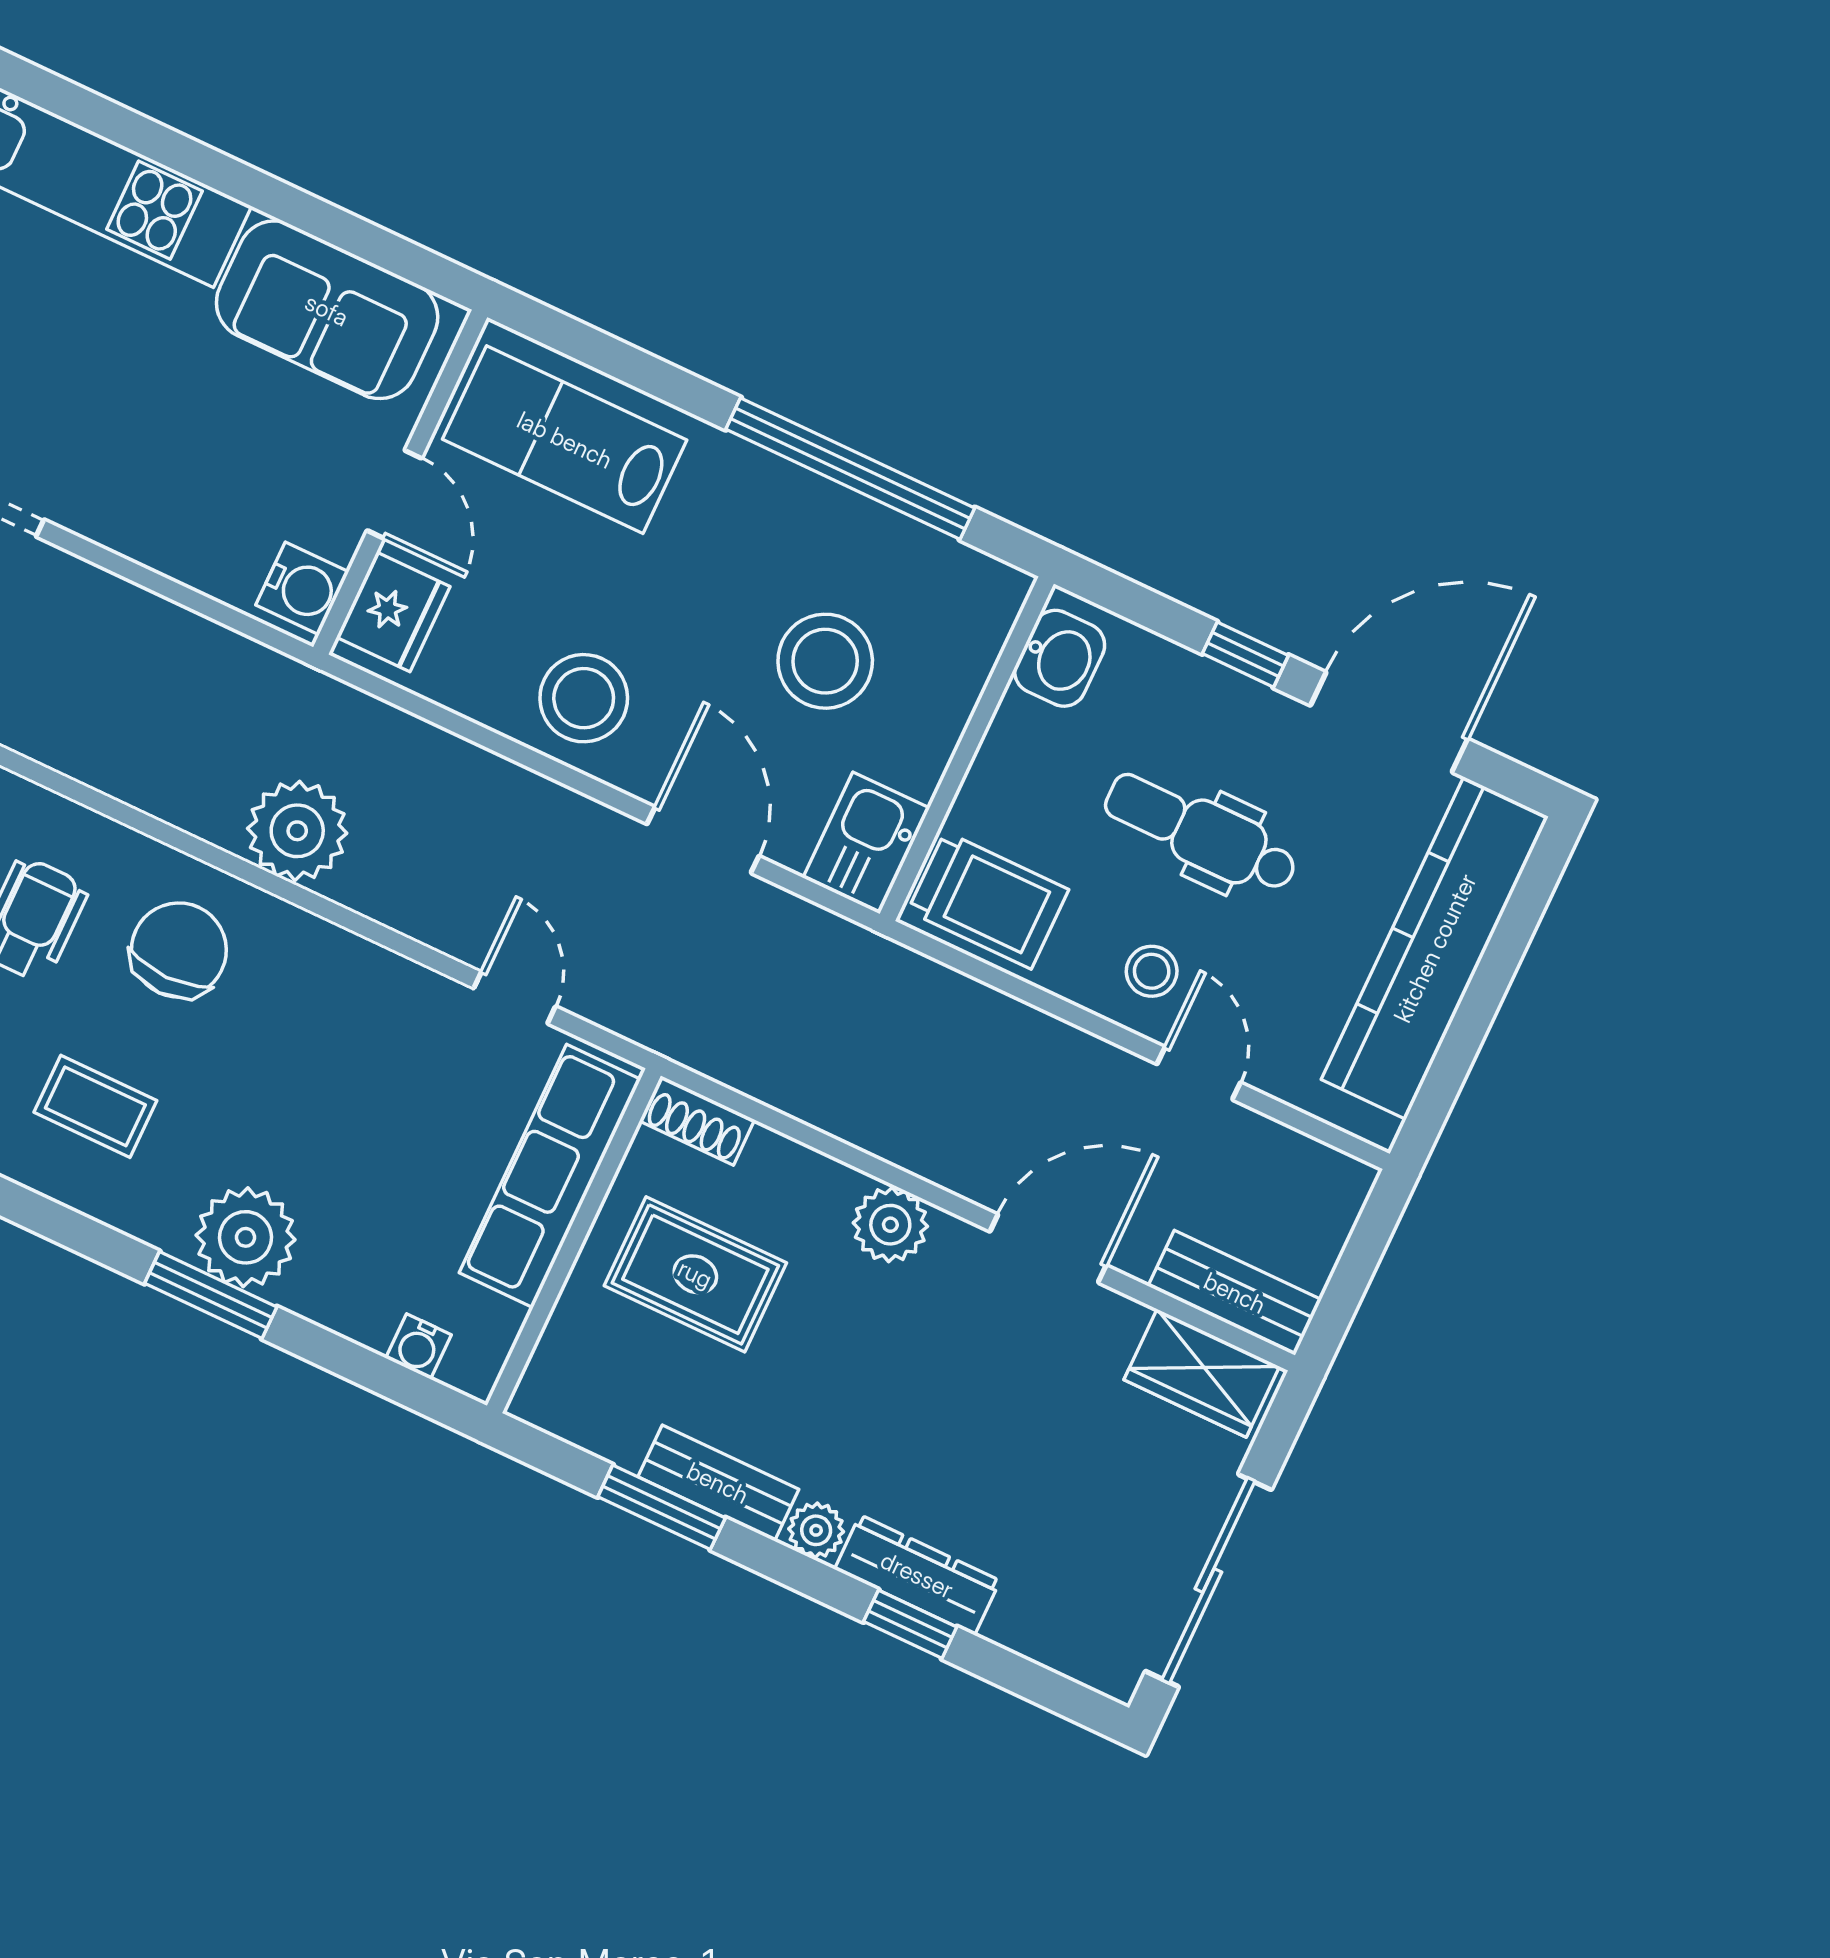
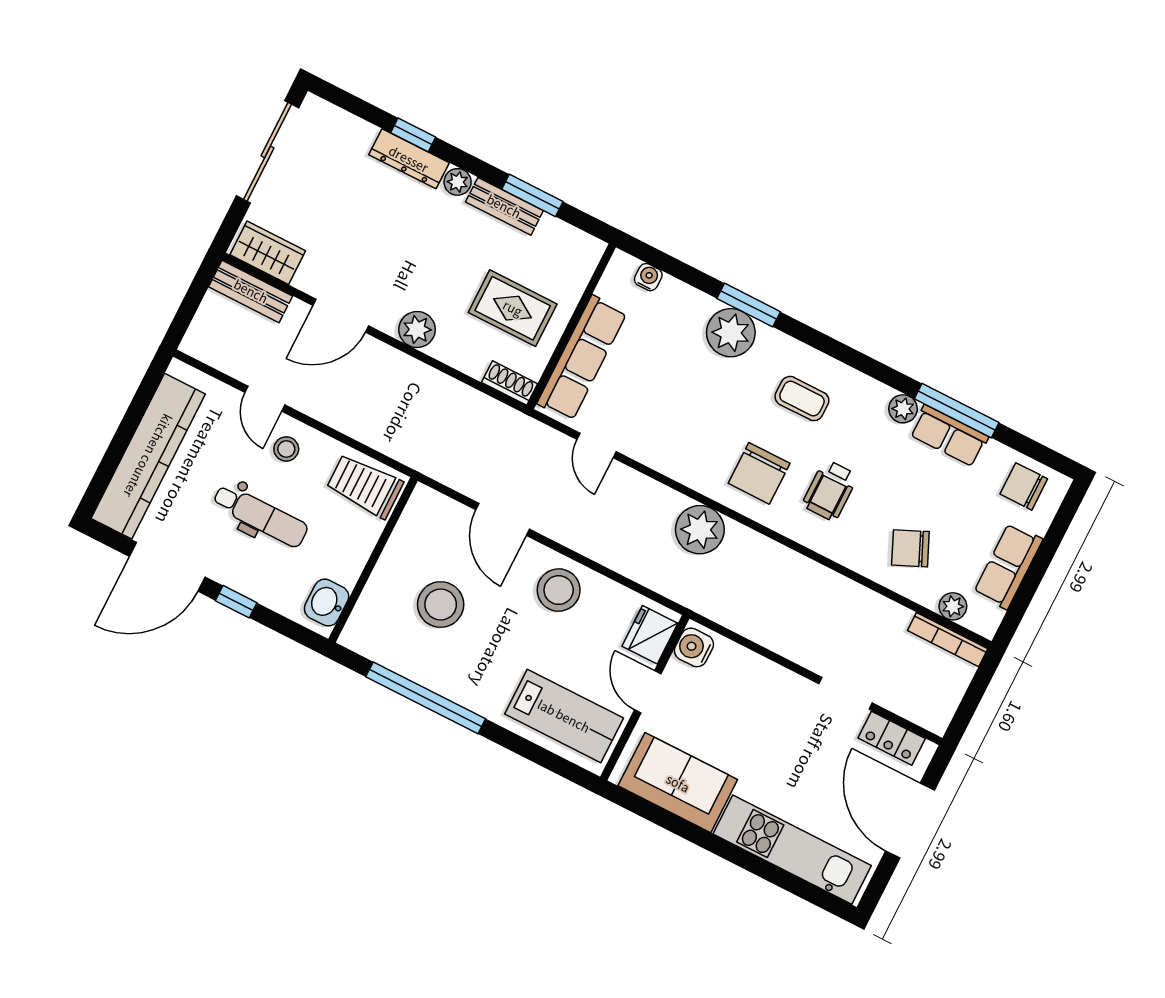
kitchen sink: (866, 843) -> (423, 516), removed

